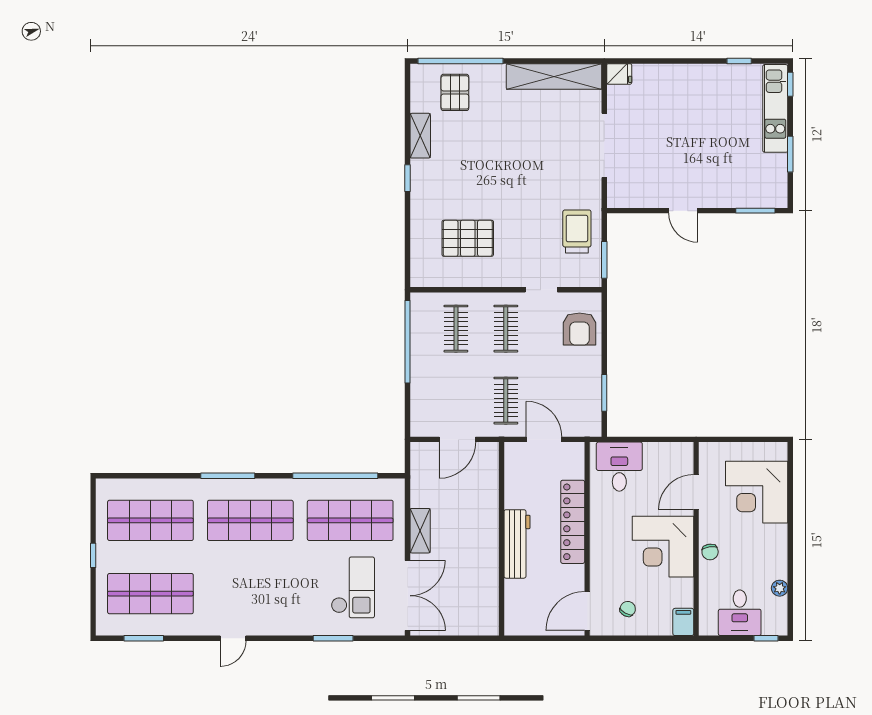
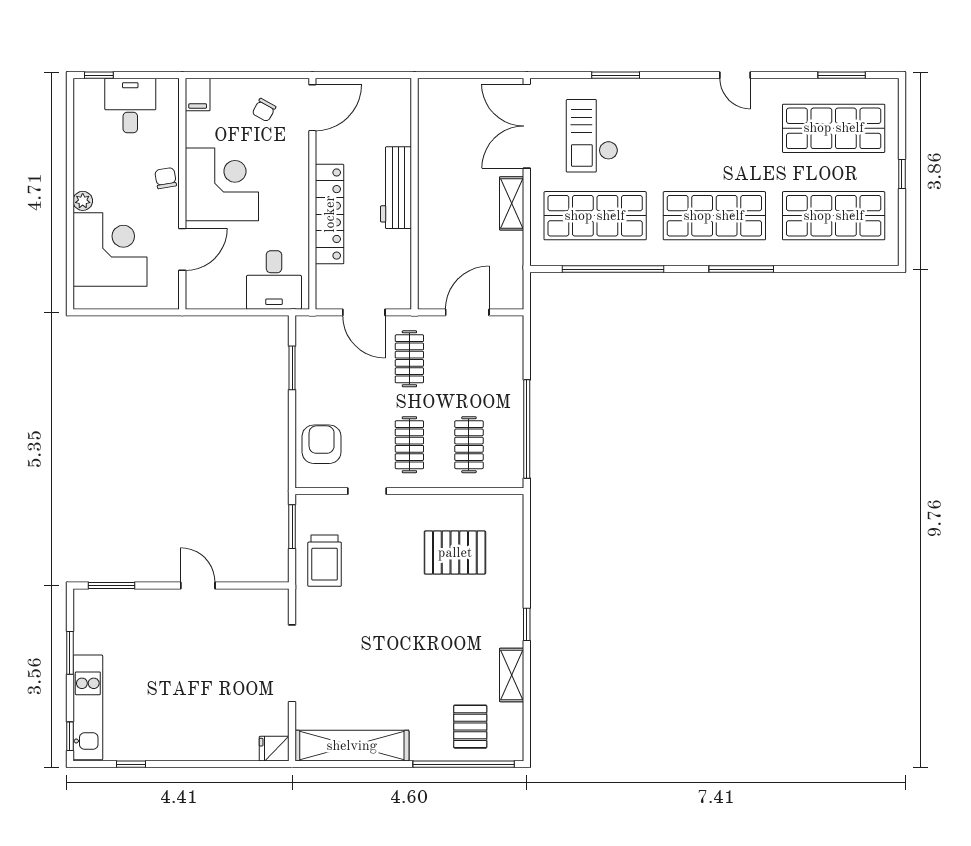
plant: (780, 588) -> (83, 201), moved
door: (233, 638) -> (735, 75), swing flipped

